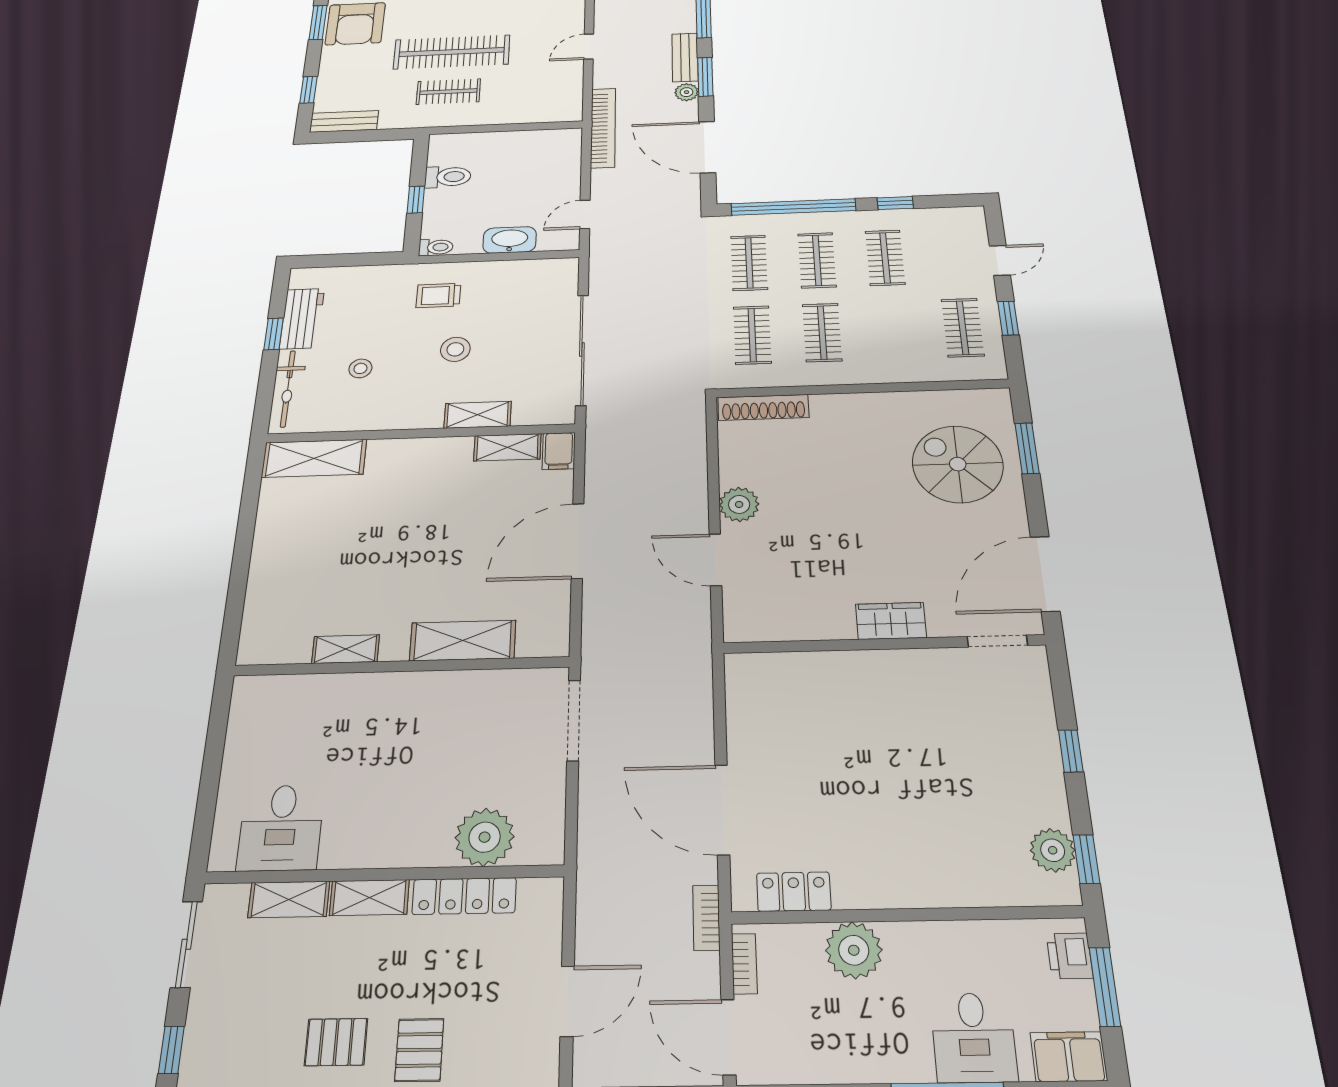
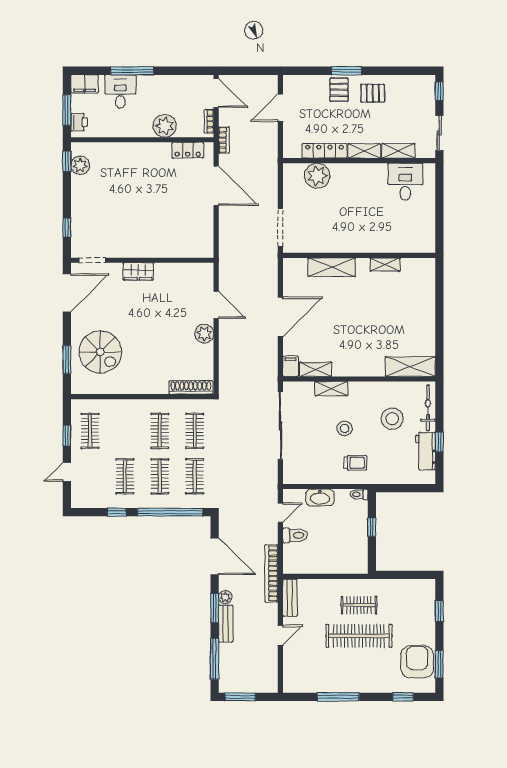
bench: (344, 121) -> (290, 598), moved, turned 90
toilet: (448, 177) -> (295, 535), moved, turned 180
stool: (360, 368) -> (392, 419), width x1.89, depth x1.89
window: (1071, 751) -> (67, 228), moved

